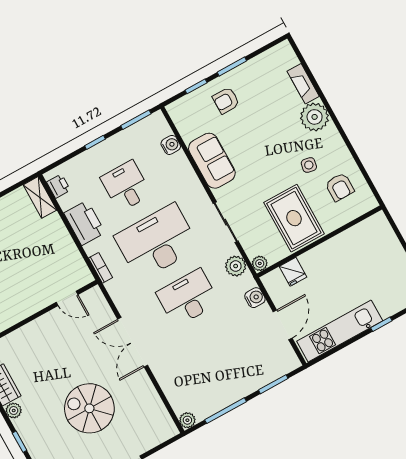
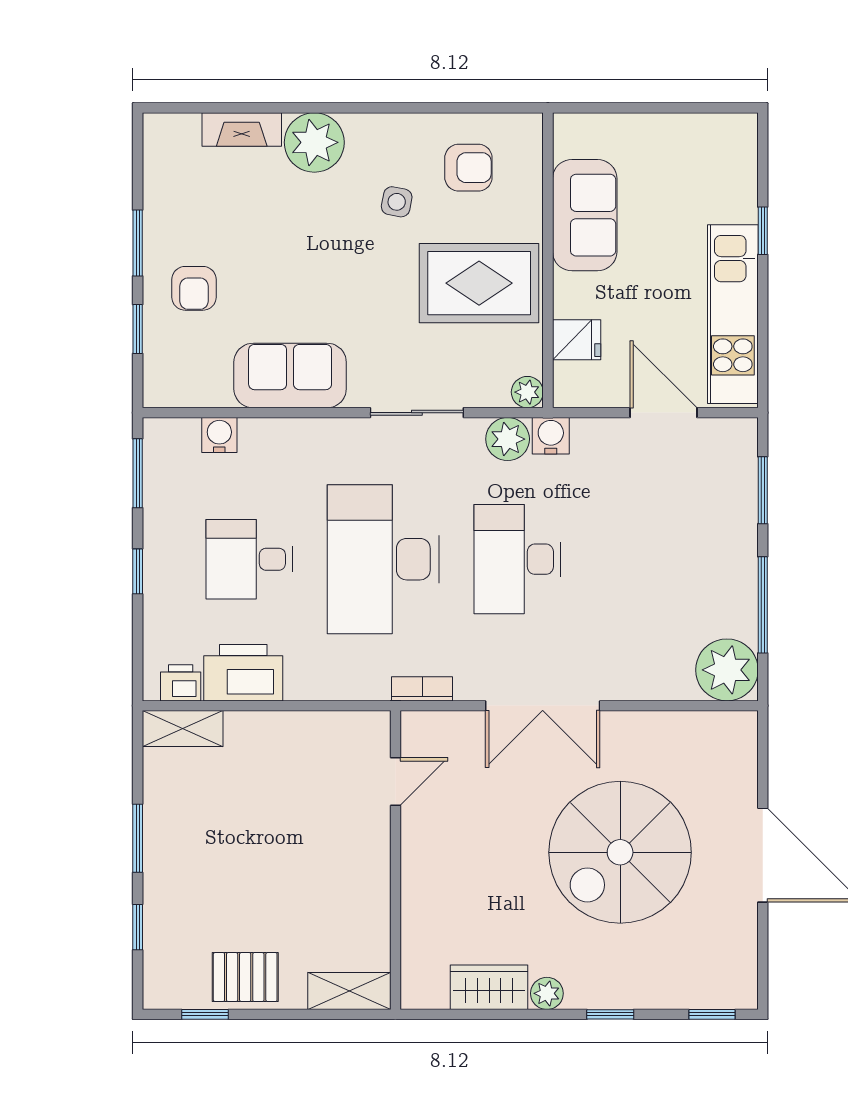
printer: (84, 223) -> (243, 673), moved
sofa: (347, 246) -> (585, 215), added
bookcase: (101, 268) -> (422, 689), moved
water cooler: (255, 298) -> (551, 436), moved
spiral stairs: (89, 408) -> (620, 852), width x1.37, depth x1.37
plant: (187, 420) -> (727, 670), width x1.87, depth x1.87

